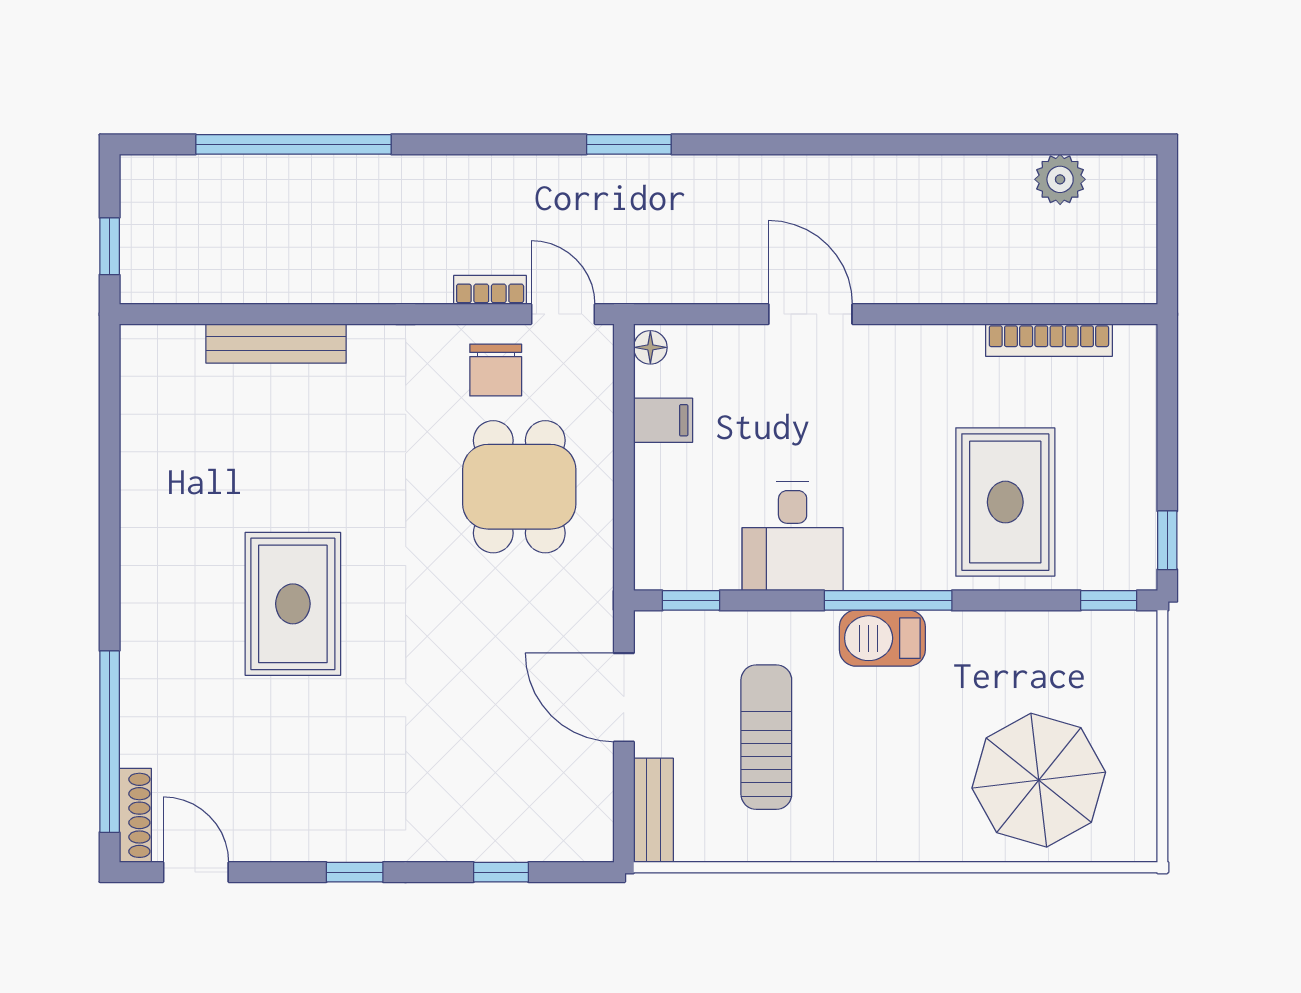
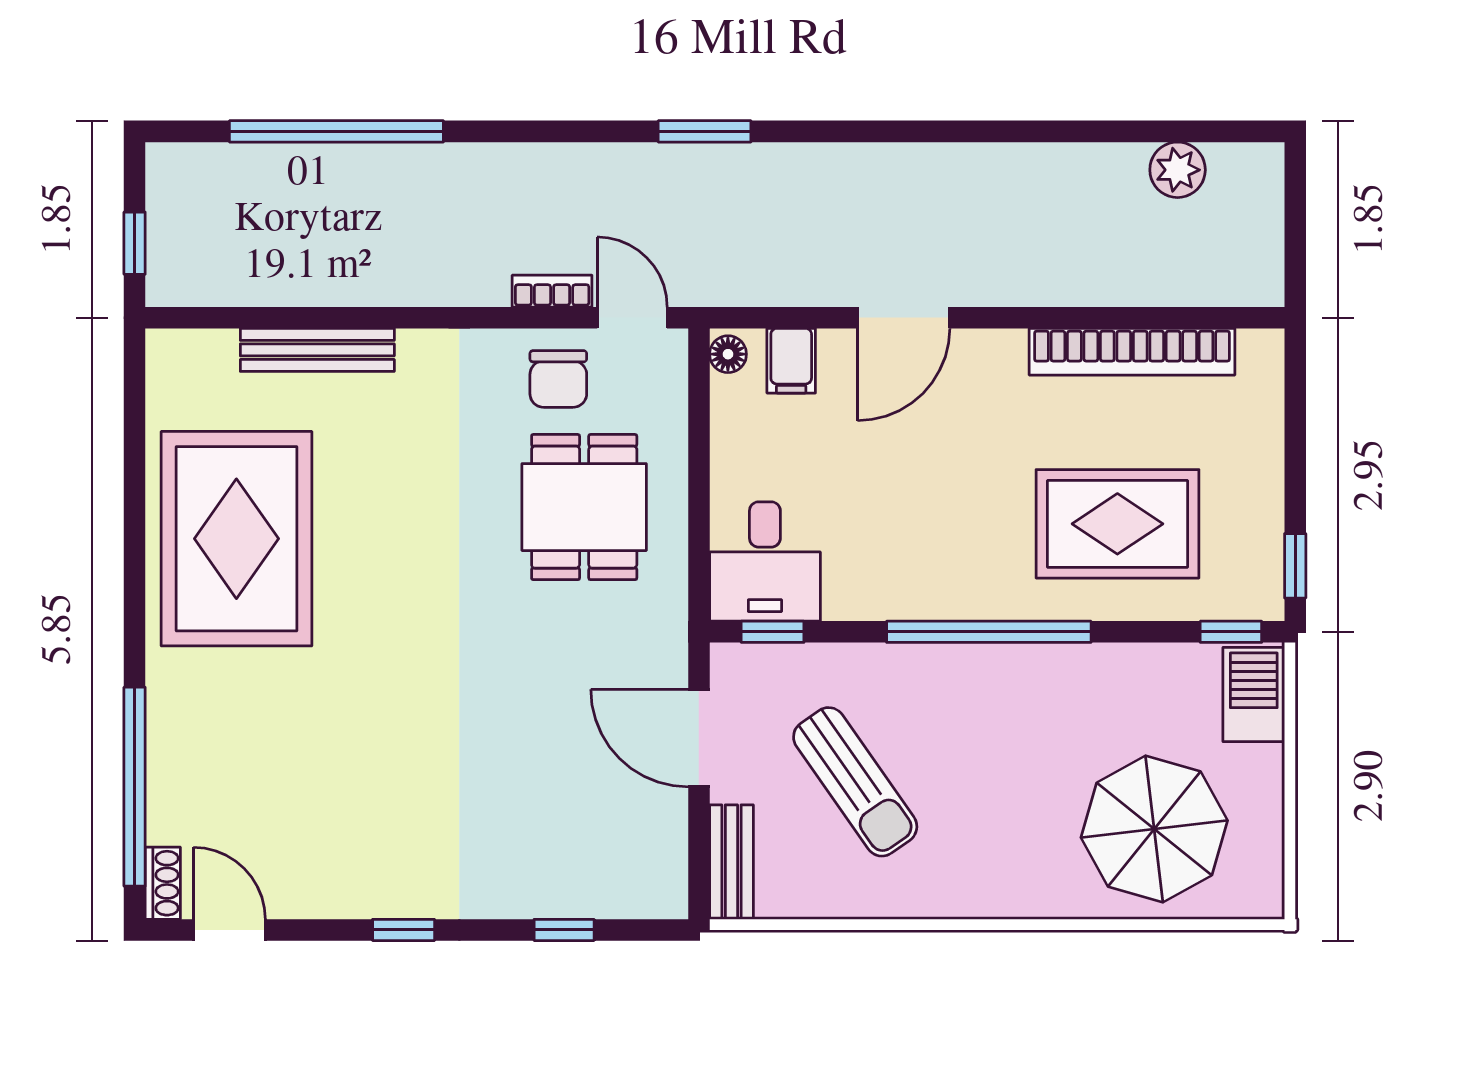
door: (810, 314) -> (904, 318), swing flipped
bookcase: (1049, 340) -> (1132, 352), width x1.48, depth x1.31
filing cabinet: (663, 420) -> (791, 361), moved, turned 90
rug: (1005, 502) -> (1117, 524), turned 90
desk: (793, 536) -> (765, 561), moved
window: (888, 600) -> (989, 632), width x1.46
rug: (293, 604) -> (236, 539), moved, width x1.37, depth x1.44
barbecue: (882, 638) -> (1254, 694), moved, turned 90
sun lounger: (766, 737) -> (855, 782), turned 145
shoe rack: (135, 815) -> (163, 883), width x0.70

